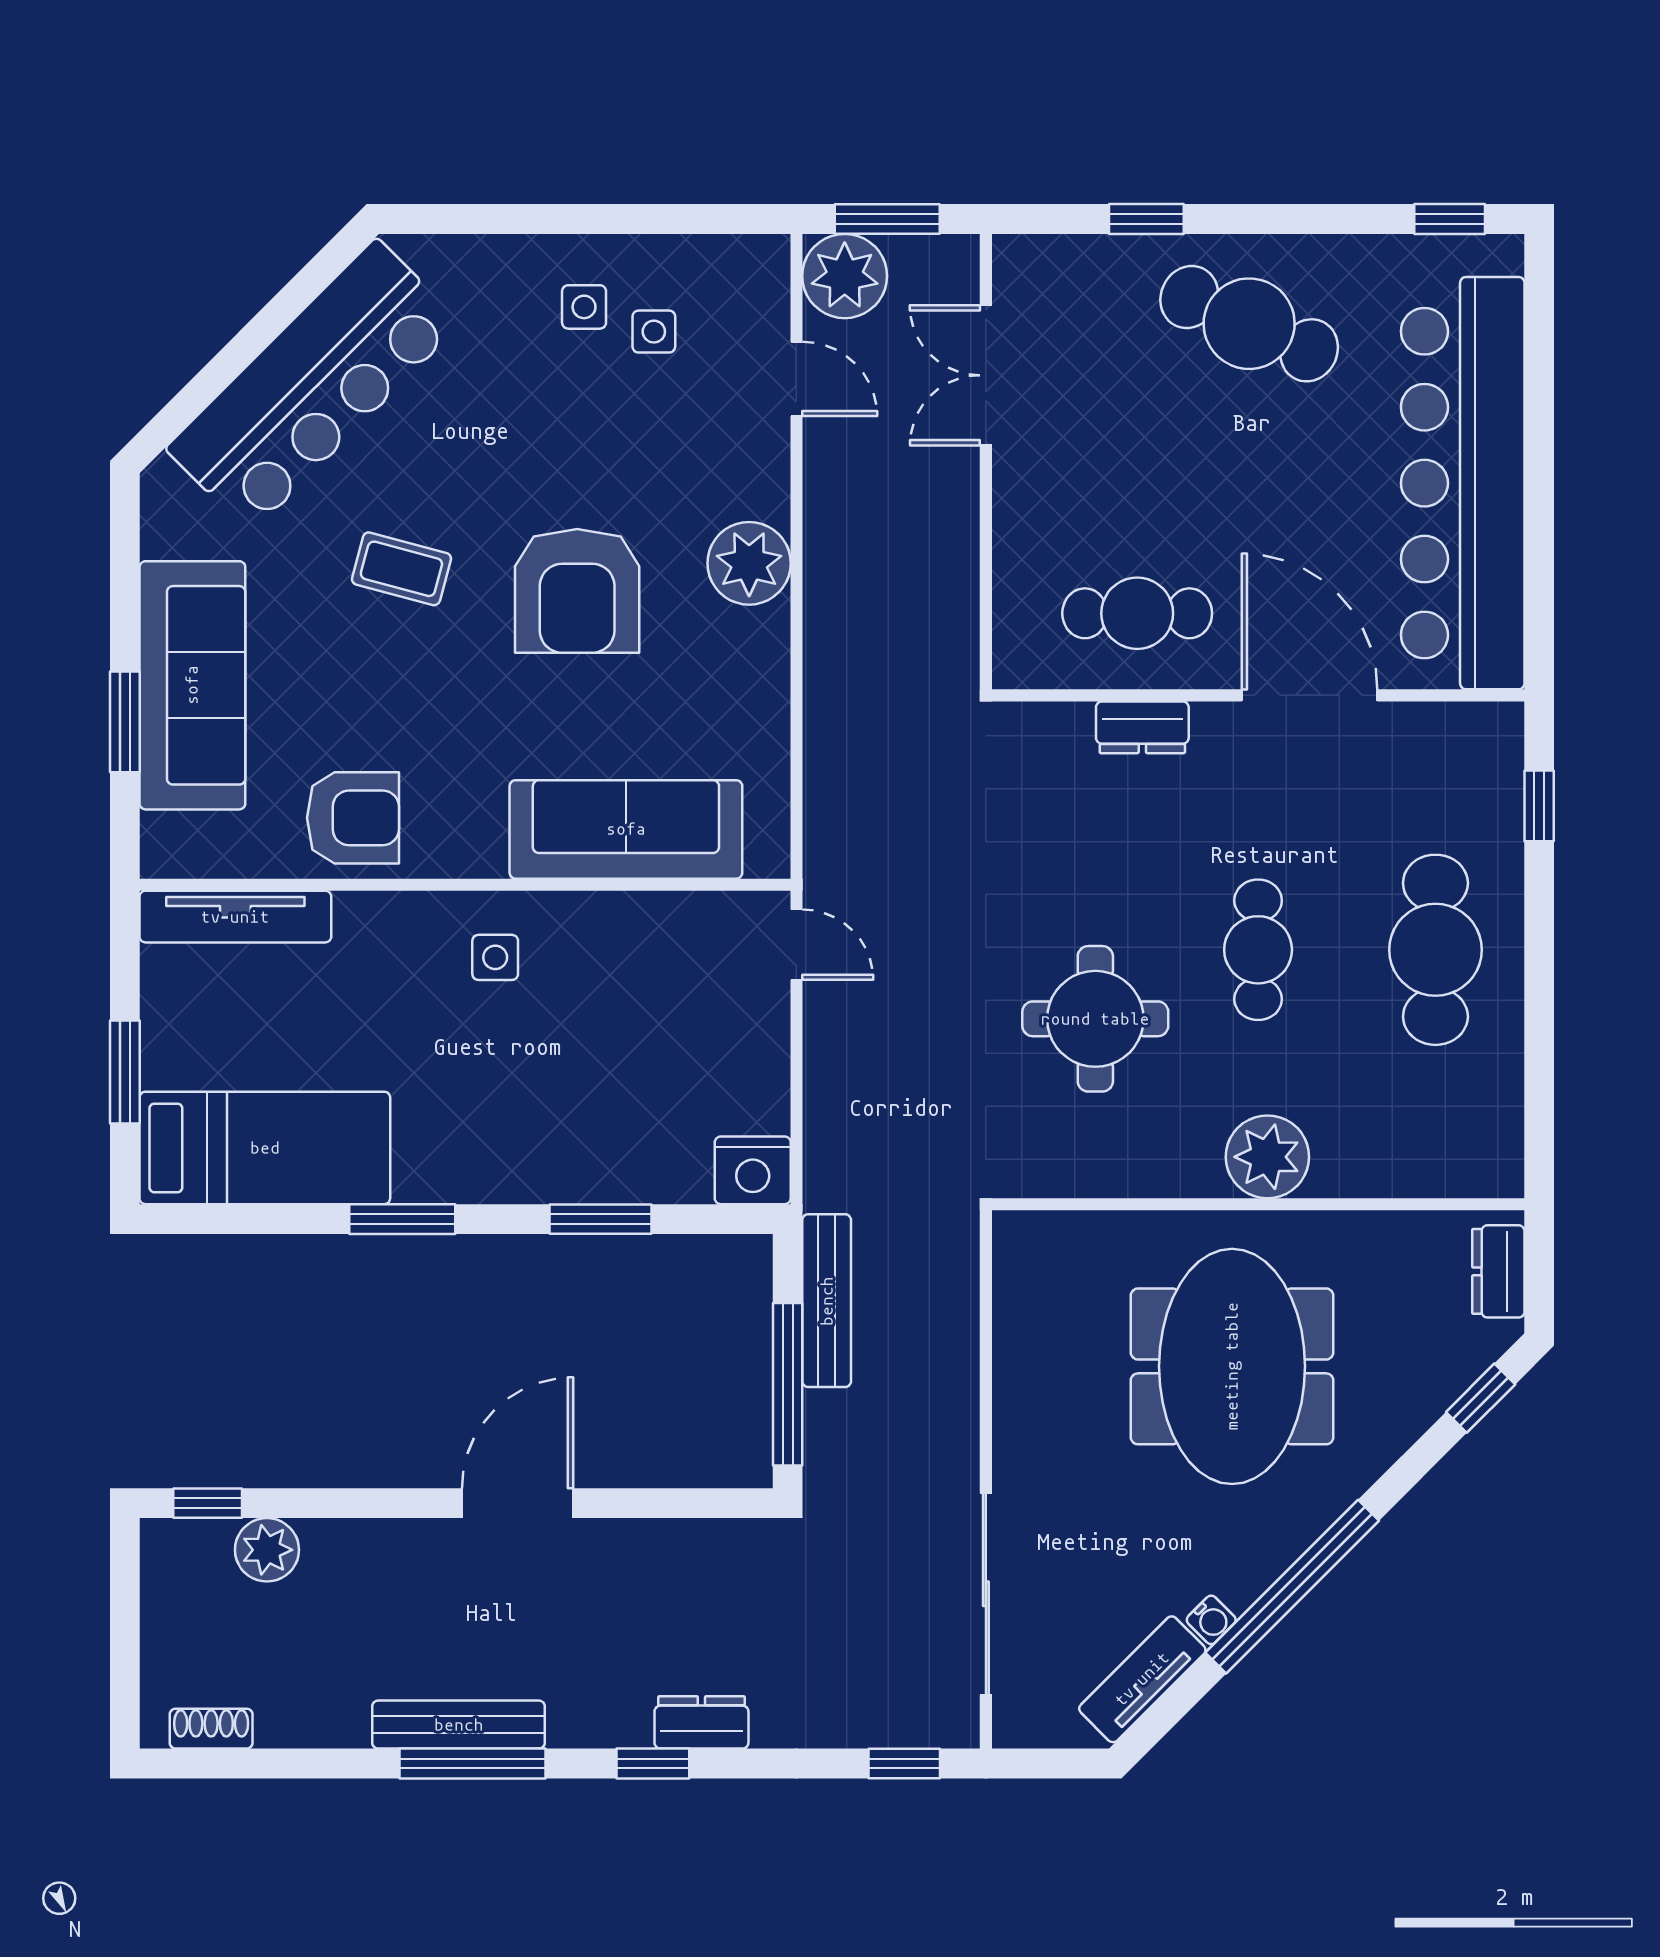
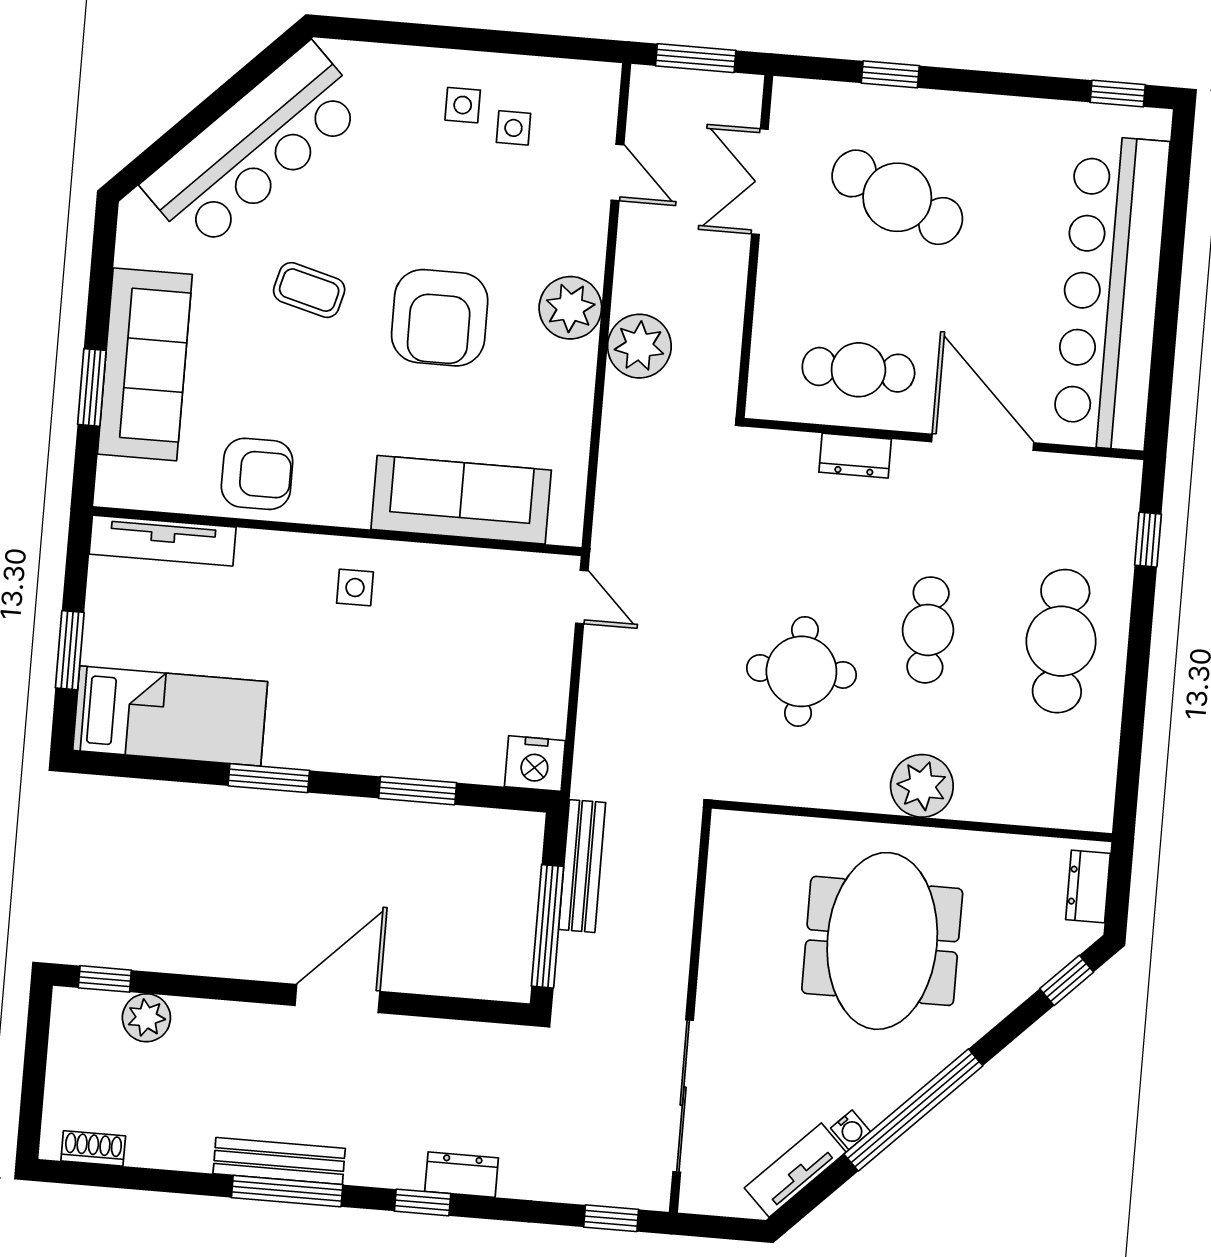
plant: (845, 276) -> (639, 346), moved
cafe table: (1249, 324) -> (897, 197), moved

